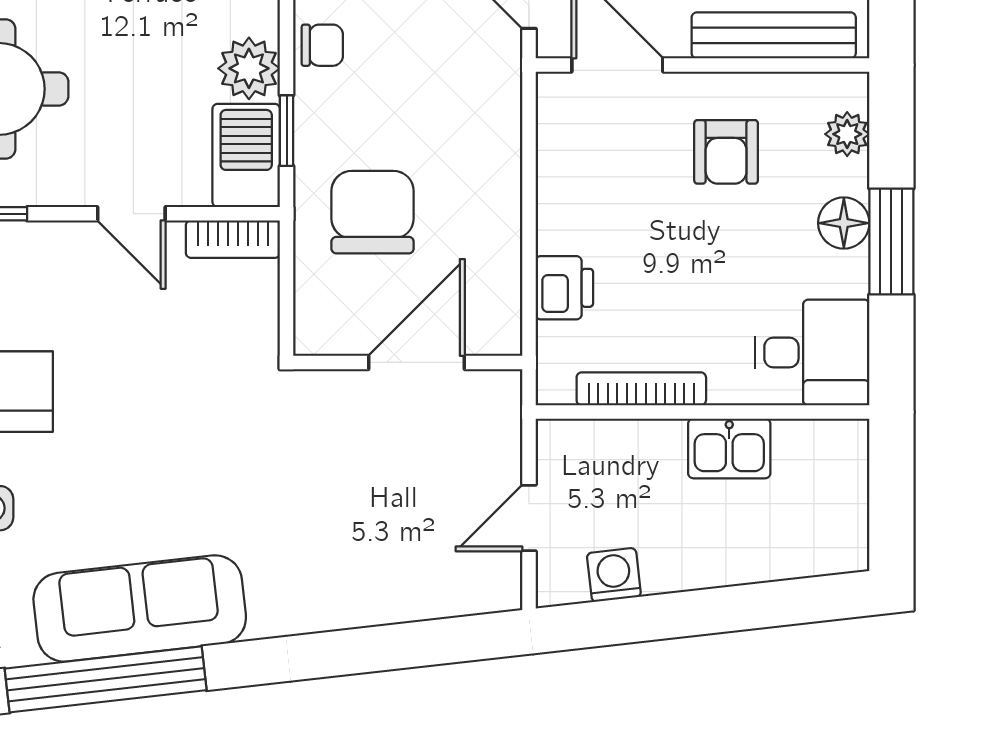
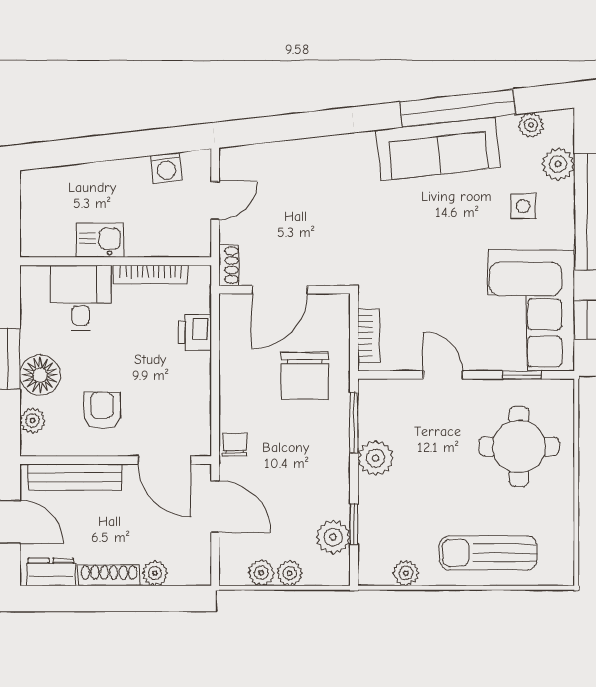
chair: (322, 45) -> (235, 445), moved, turned 90
window: (287, 131) -> (354, 423), width x1.50
barbecue: (246, 155) -> (377, 408), removed
floor lamp: (844, 223) -> (40, 375), width x1.38, depth x1.38
bookcase: (233, 239) -> (369, 336), moved, turned 90
desk: (812, 352) -> (81, 298), moved, turned 90
shoe rack: (505, 405) -> (229, 265), added

